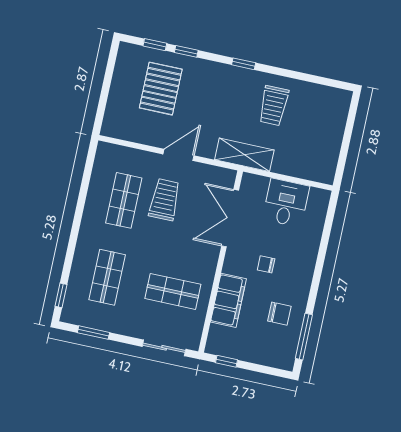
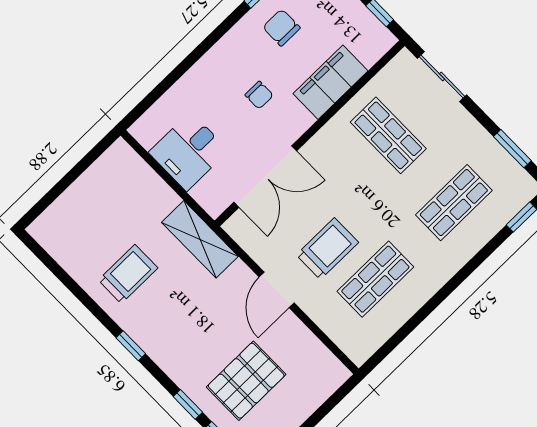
door: (179, 155) -> (277, 290), hinge flipped
trolley: (164, 200) -> (327, 249), turned 180

